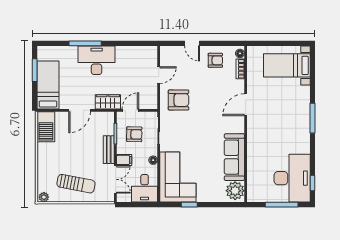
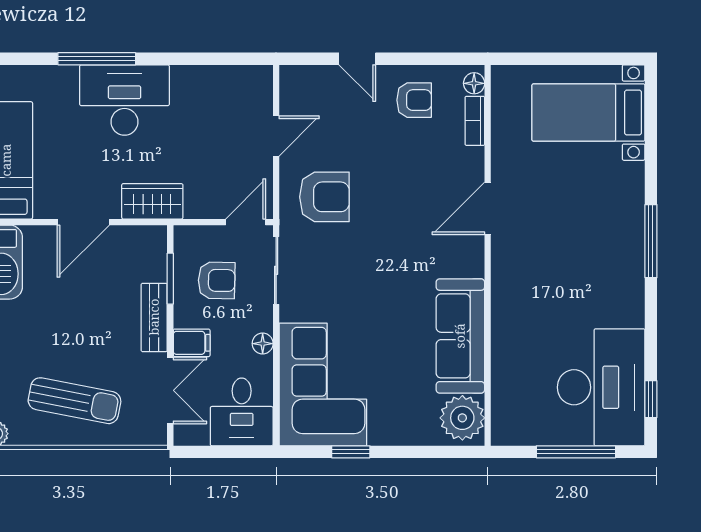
door: (130, 110) -> (246, 222), moved

